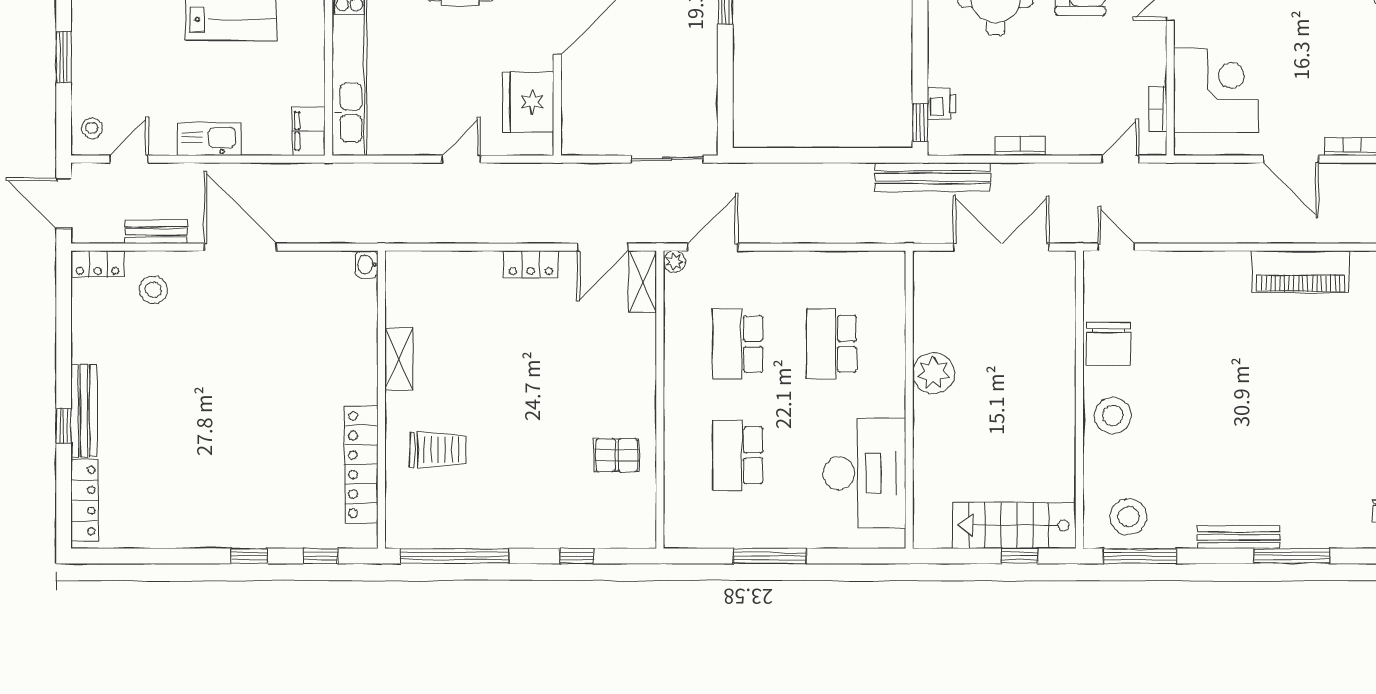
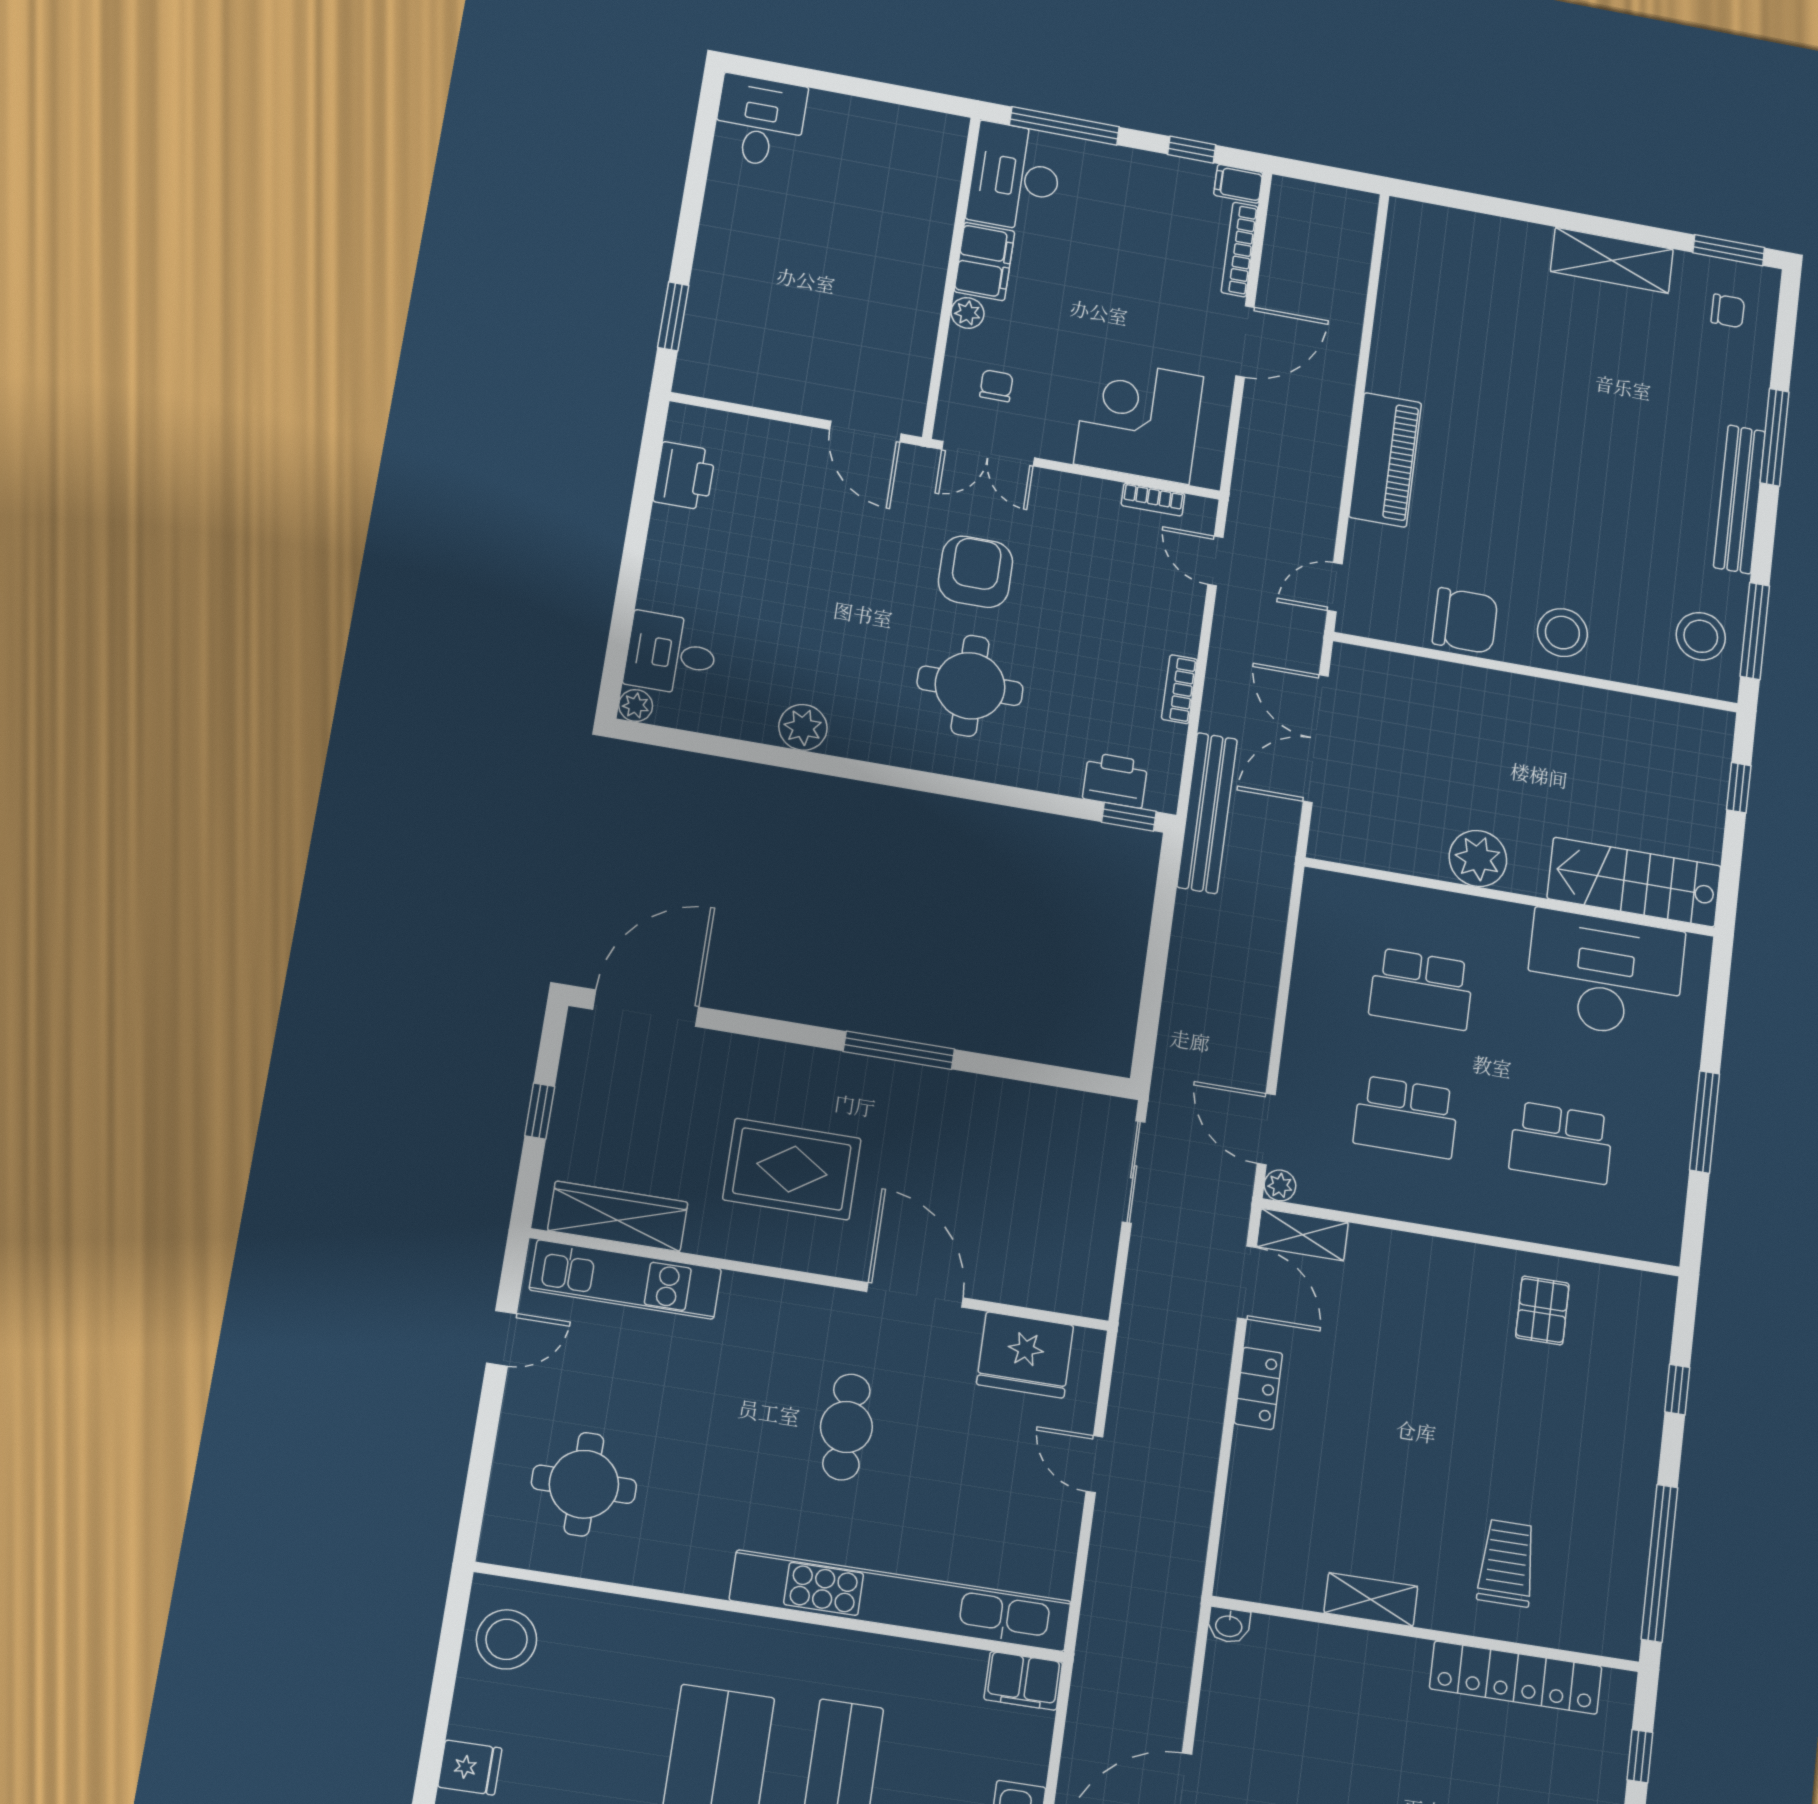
printer: (942, 104) -> (1115, 780), width x1.36, depth x1.24
piano: (1301, 272) -> (1385, 460), moved
stairs: (1014, 525) -> (1634, 882), moved, turned 90
bench: (1239, 537) -> (1739, 499), width x1.37, depth x1.21

